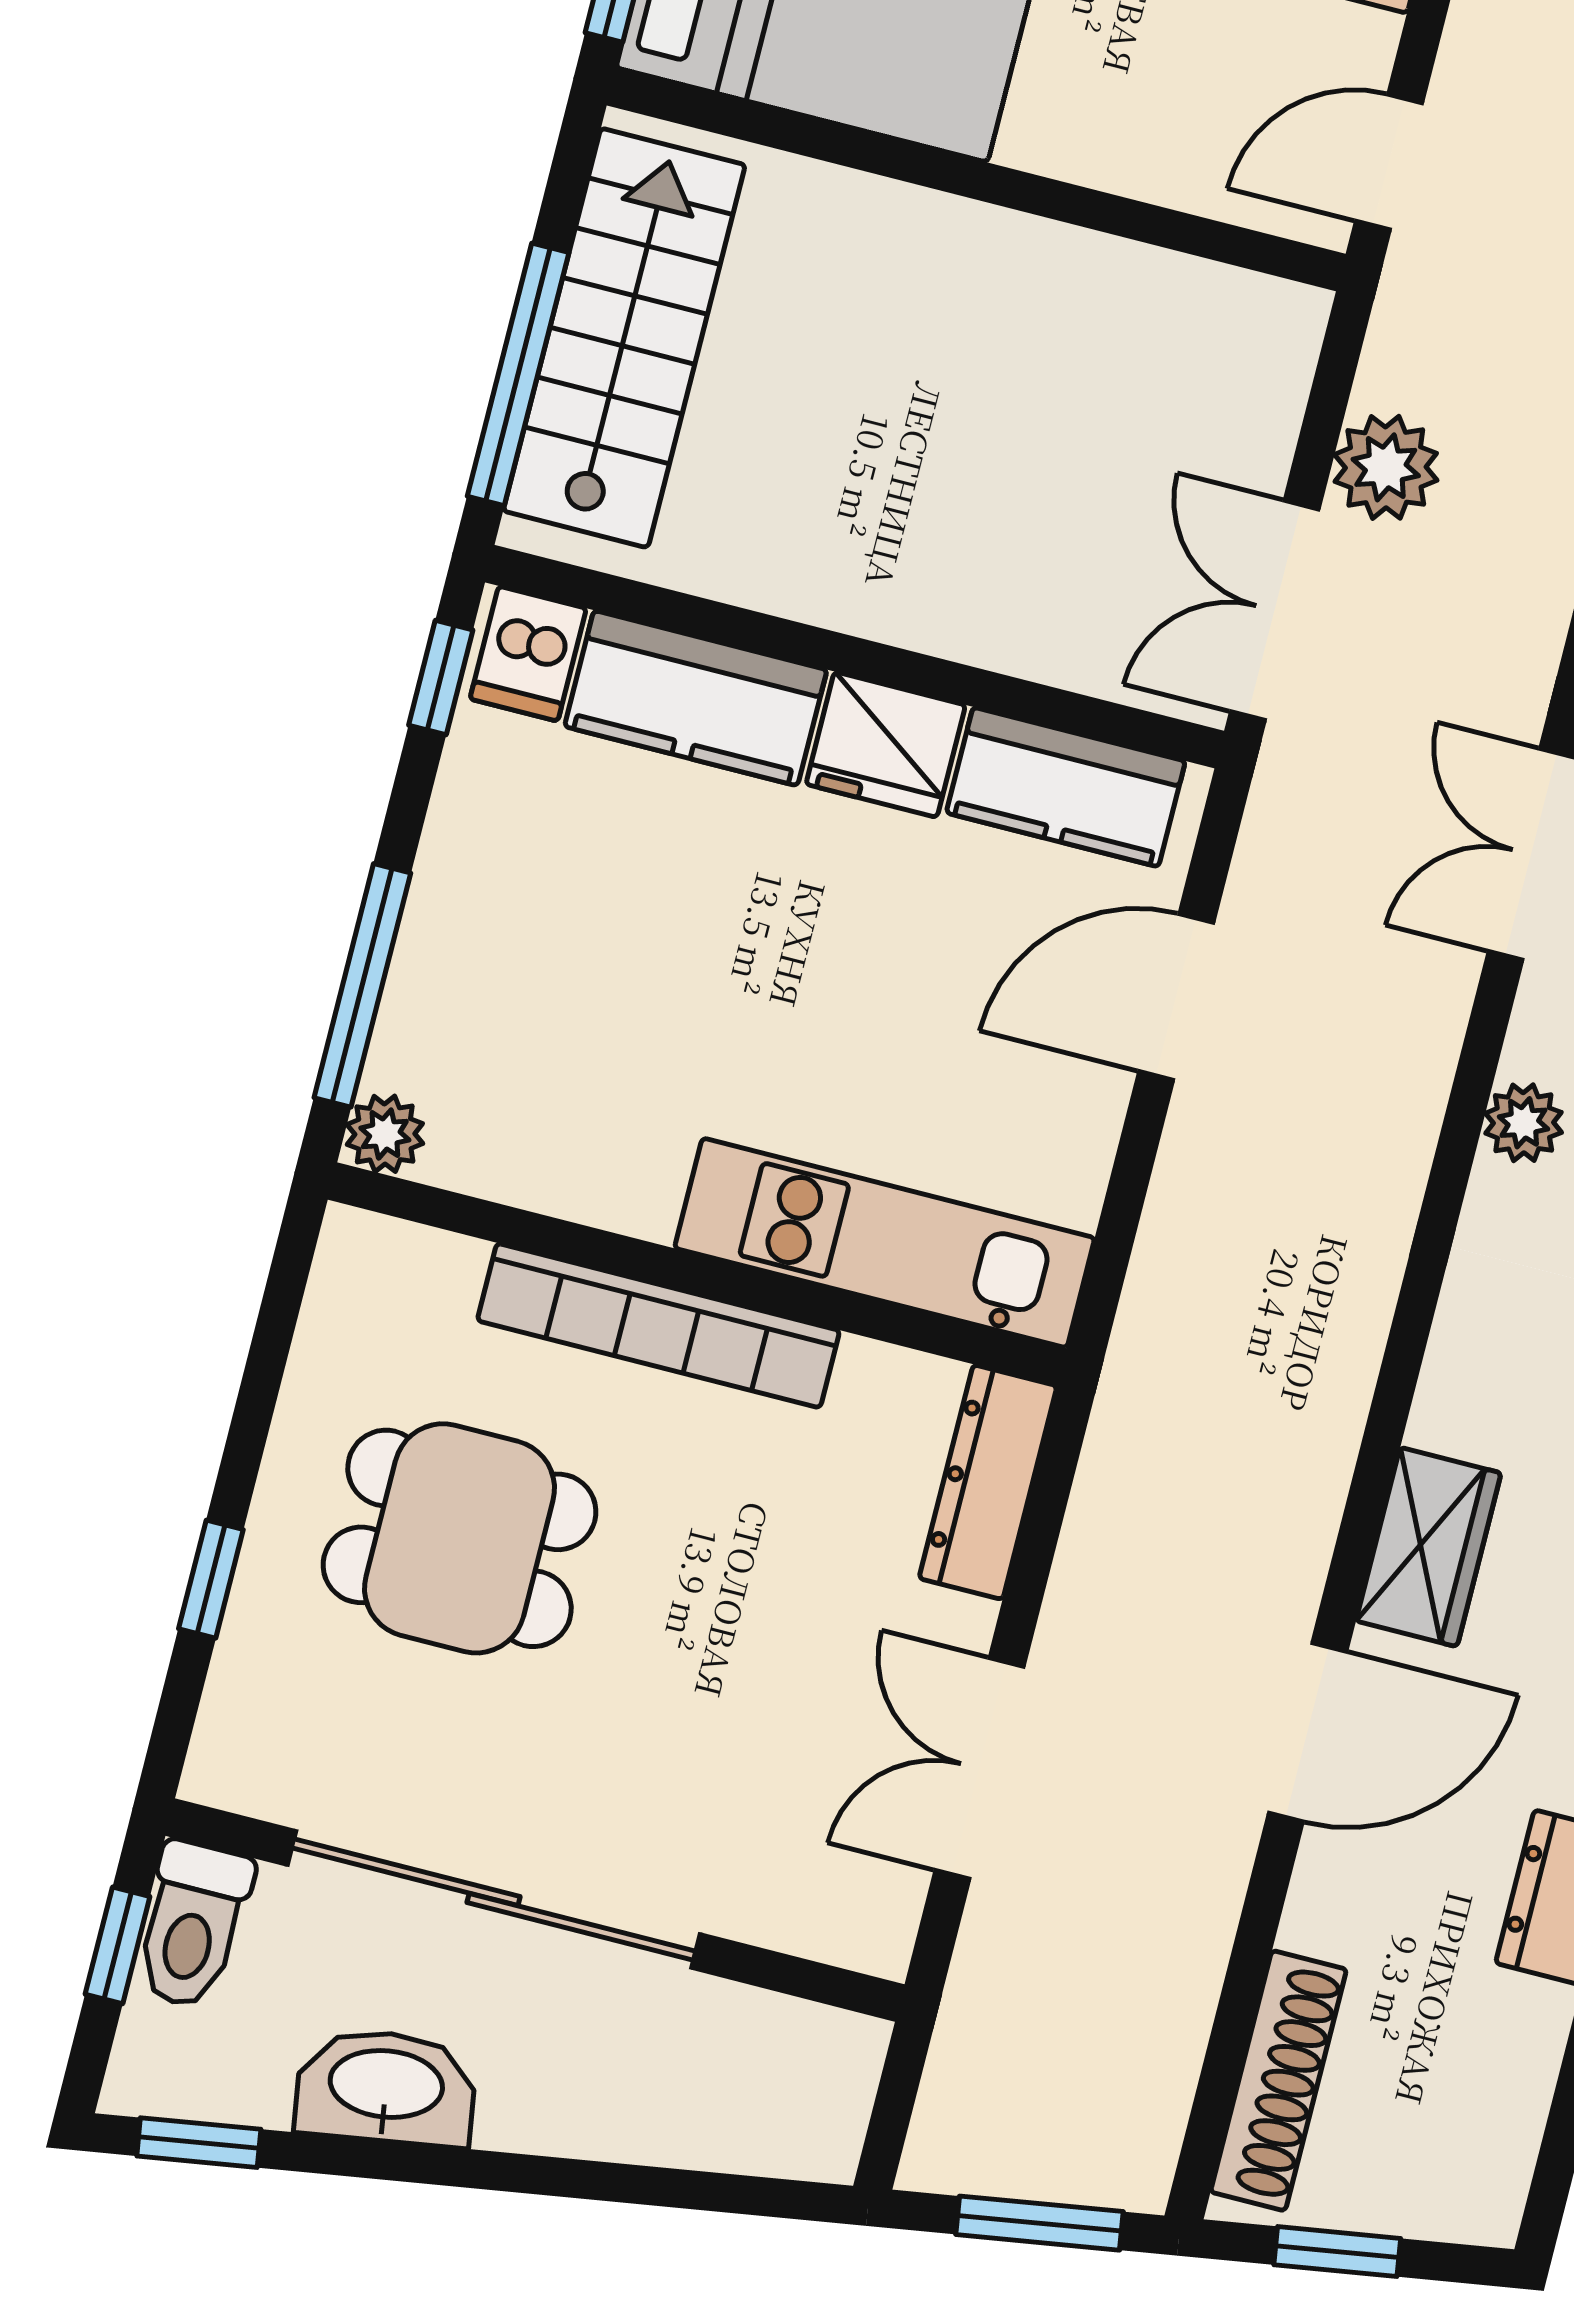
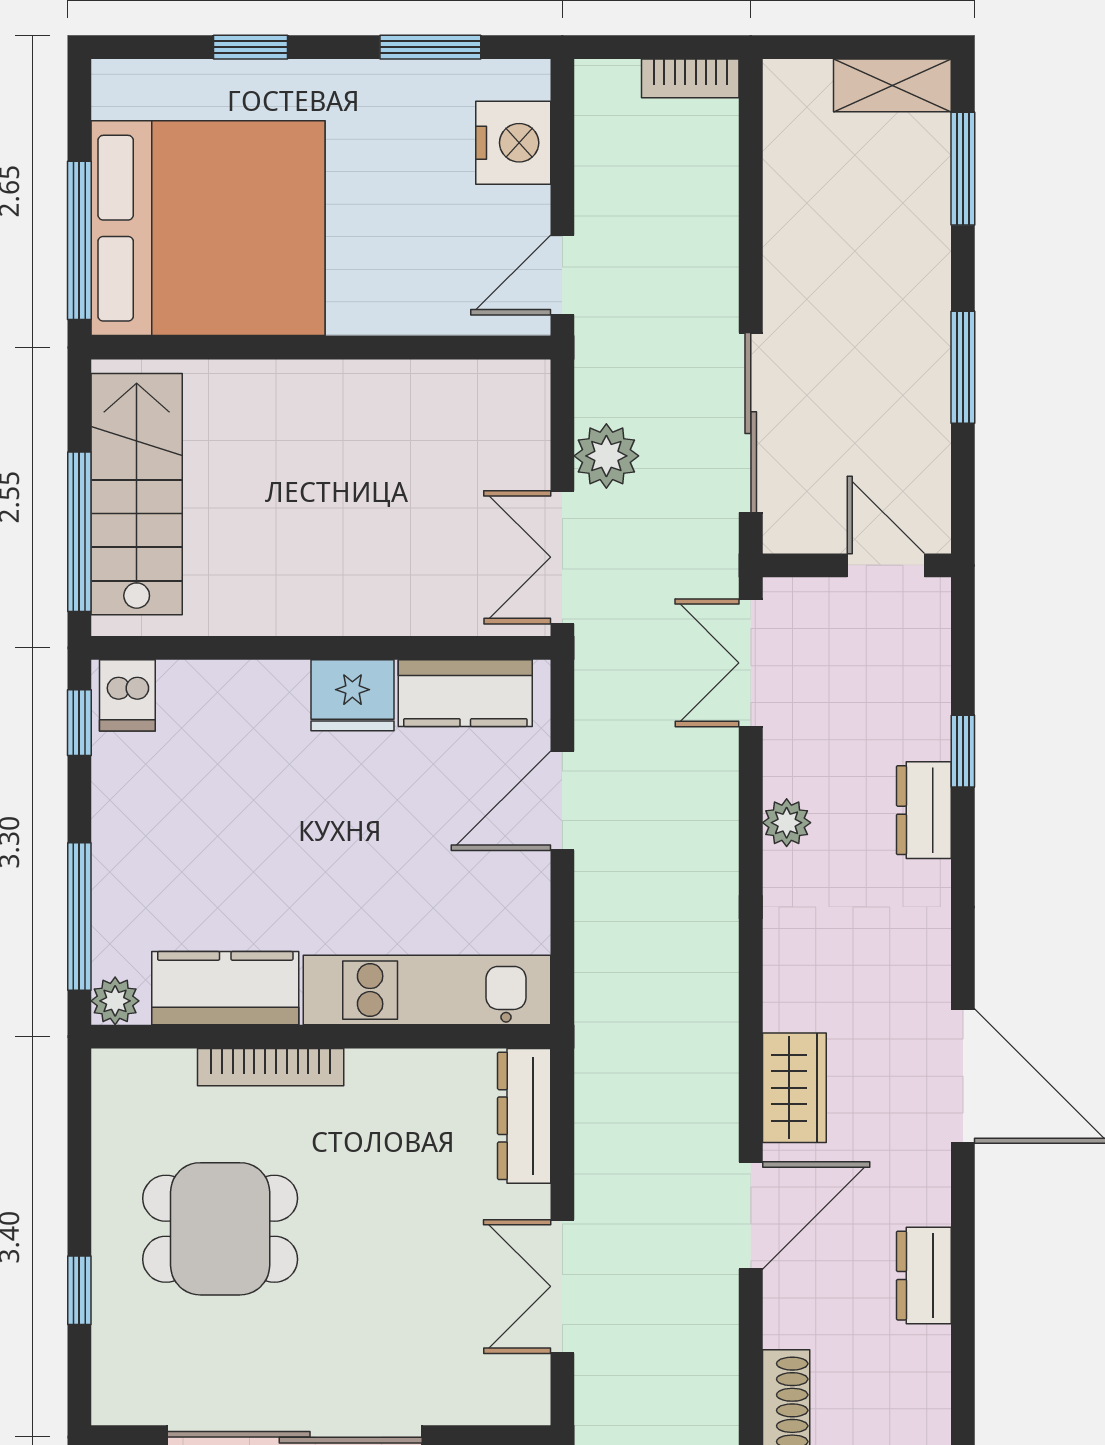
kitchen counter: (696, 698) -> (225, 988), moved, turned 180
bookcase: (658, 1326) -> (271, 1067), width x0.68, depth x0.76

